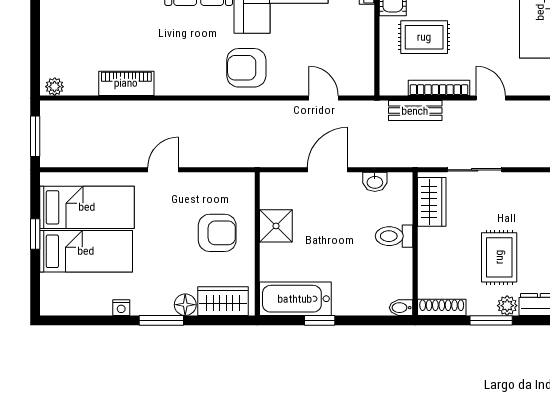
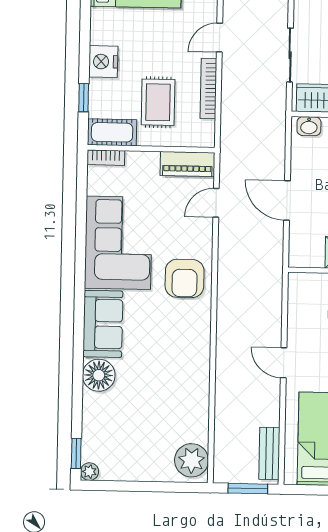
piano: (126, 83) -> (187, 164), moved, turned -90
plant: (55, 87) -> (192, 460), width x1.88, depth x1.88
bench: (415, 111) -> (269, 453), moved
washbasin: (375, 182) -> (309, 126), moved, turned 90

